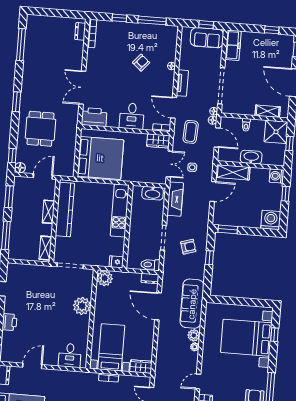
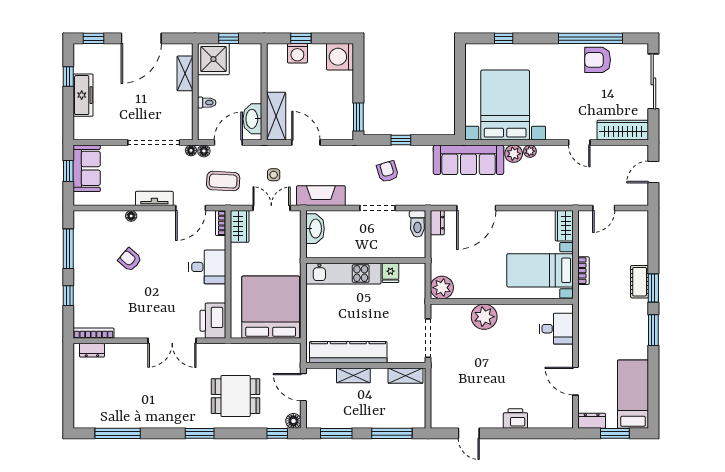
freezer: (233, 45) -> (83, 95), moved, turned 90
washbasin: (251, 157) -> (252, 119), moved
washing machine: (277, 176) -> (297, 53), moved
fridge: (116, 262) -> (390, 273), moved
bed with nightstands: (246, 338) -> (505, 105), moved, turned 180

